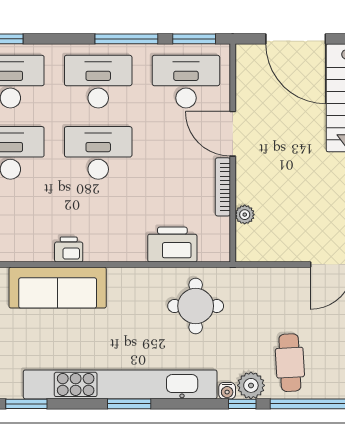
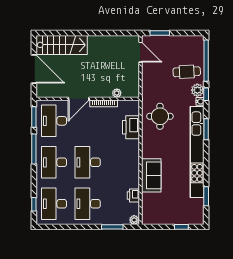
door: (296, 39) -> (34, 69), hinge flipped
printer: (69, 249) -> (133, 196), moved
sofa: (58, 288) -> (151, 175), width x0.73
window: (129, 404) -> (206, 129), moved

